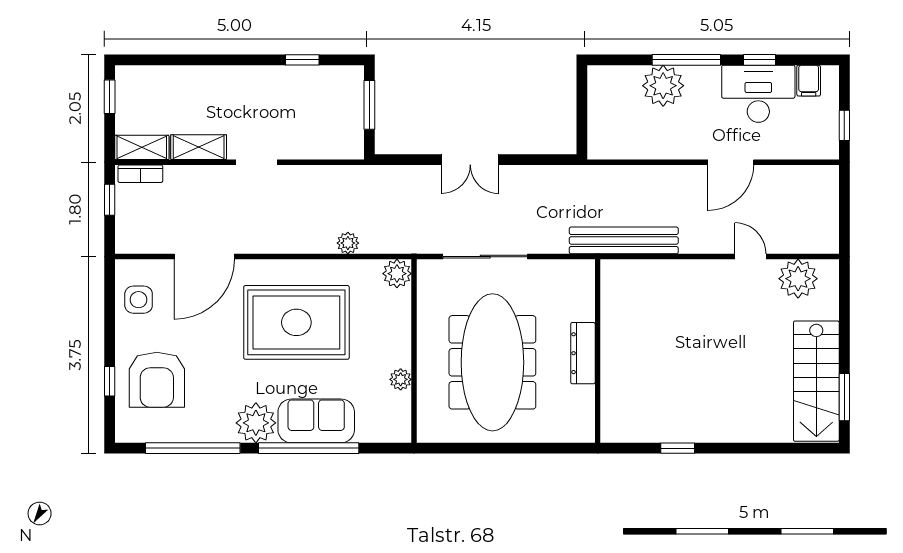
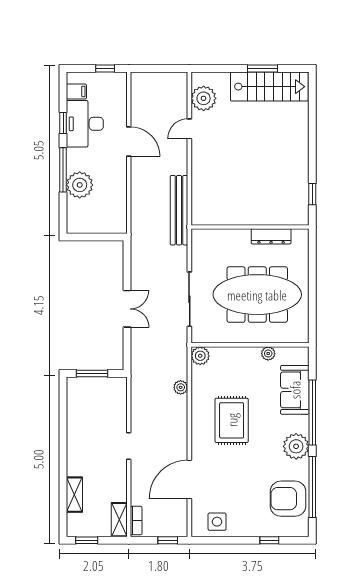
window: (302, 60) -> (63, 417), removed
shelving: (199, 147) -> (74, 495), moved
window: (110, 200) -> (168, 540), moved
door: (204, 257) -> (189, 479), swing flipped
rug: (296, 322) -> (232, 420), width x0.73, depth x0.69
dresser: (583, 353) -> (271, 236), moved
armchair: (157, 380) -> (288, 499), moved, turned 180
window: (844, 397) -> (263, 69), moved
sofa: (316, 421) -> (295, 390), moved
window: (678, 448) -> (312, 194), moved

